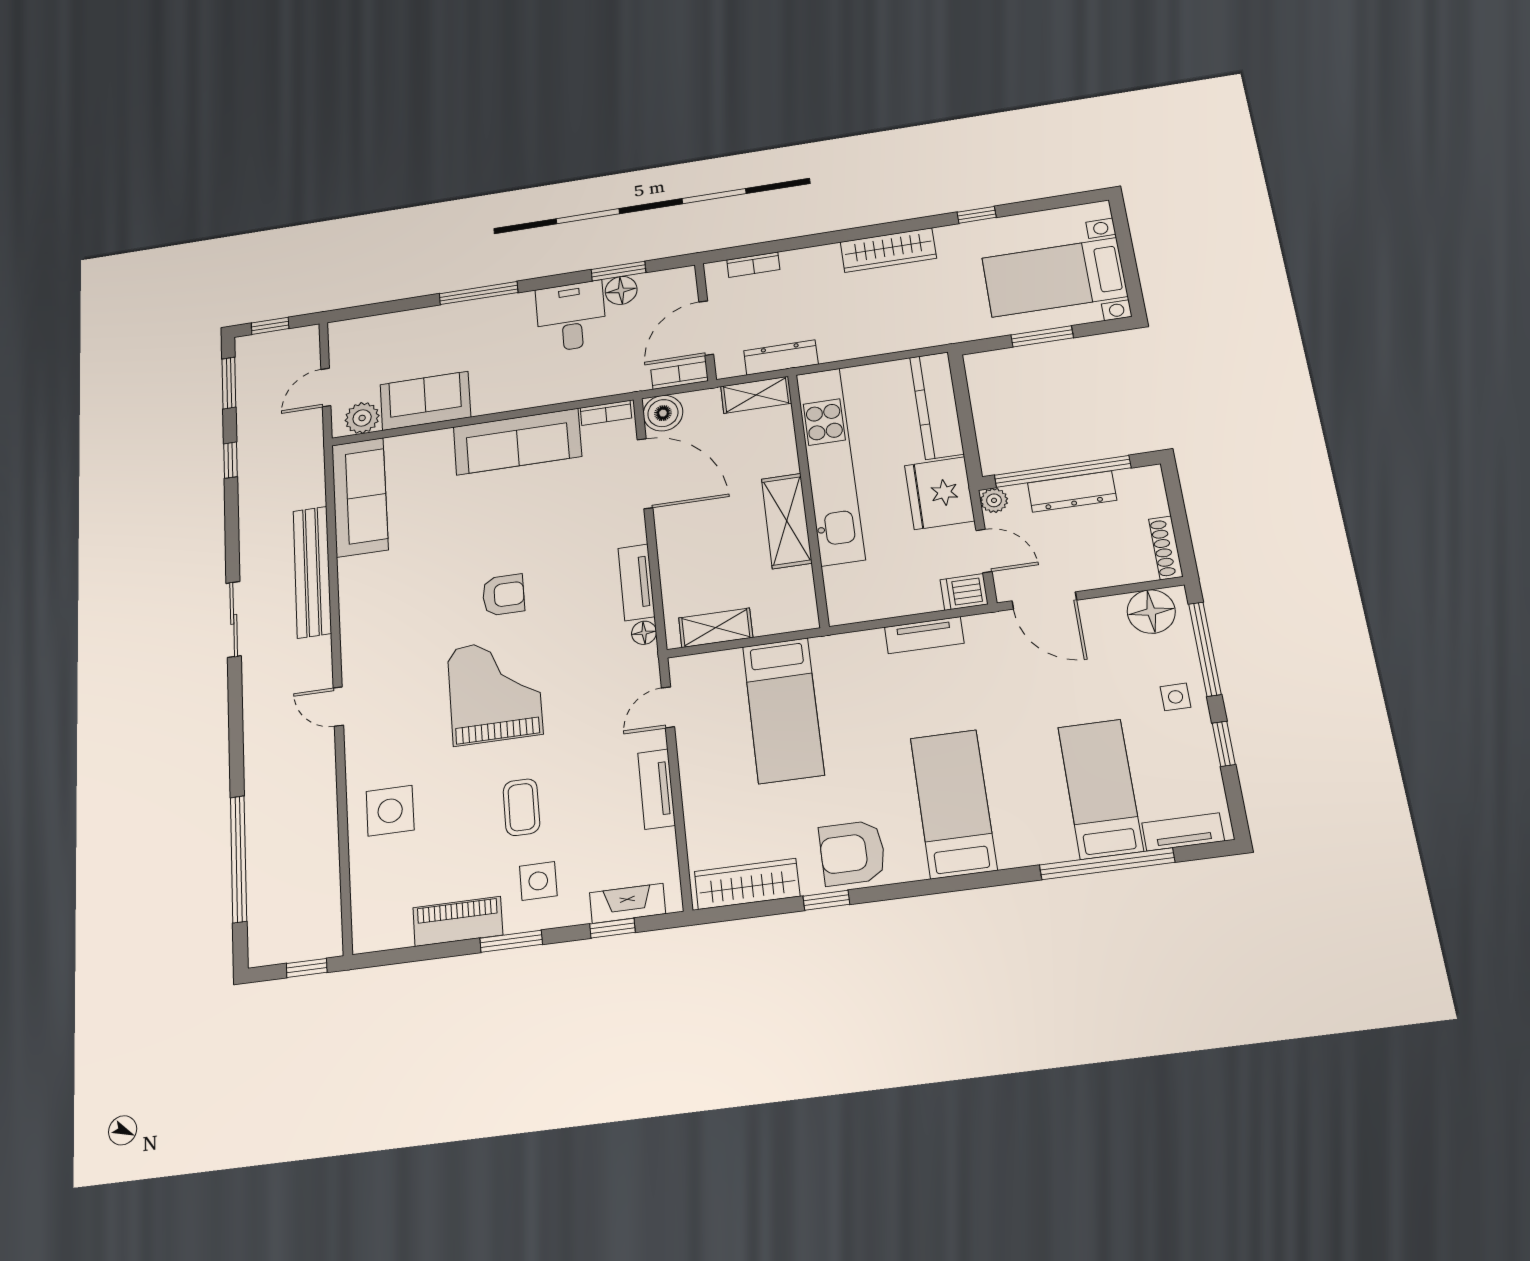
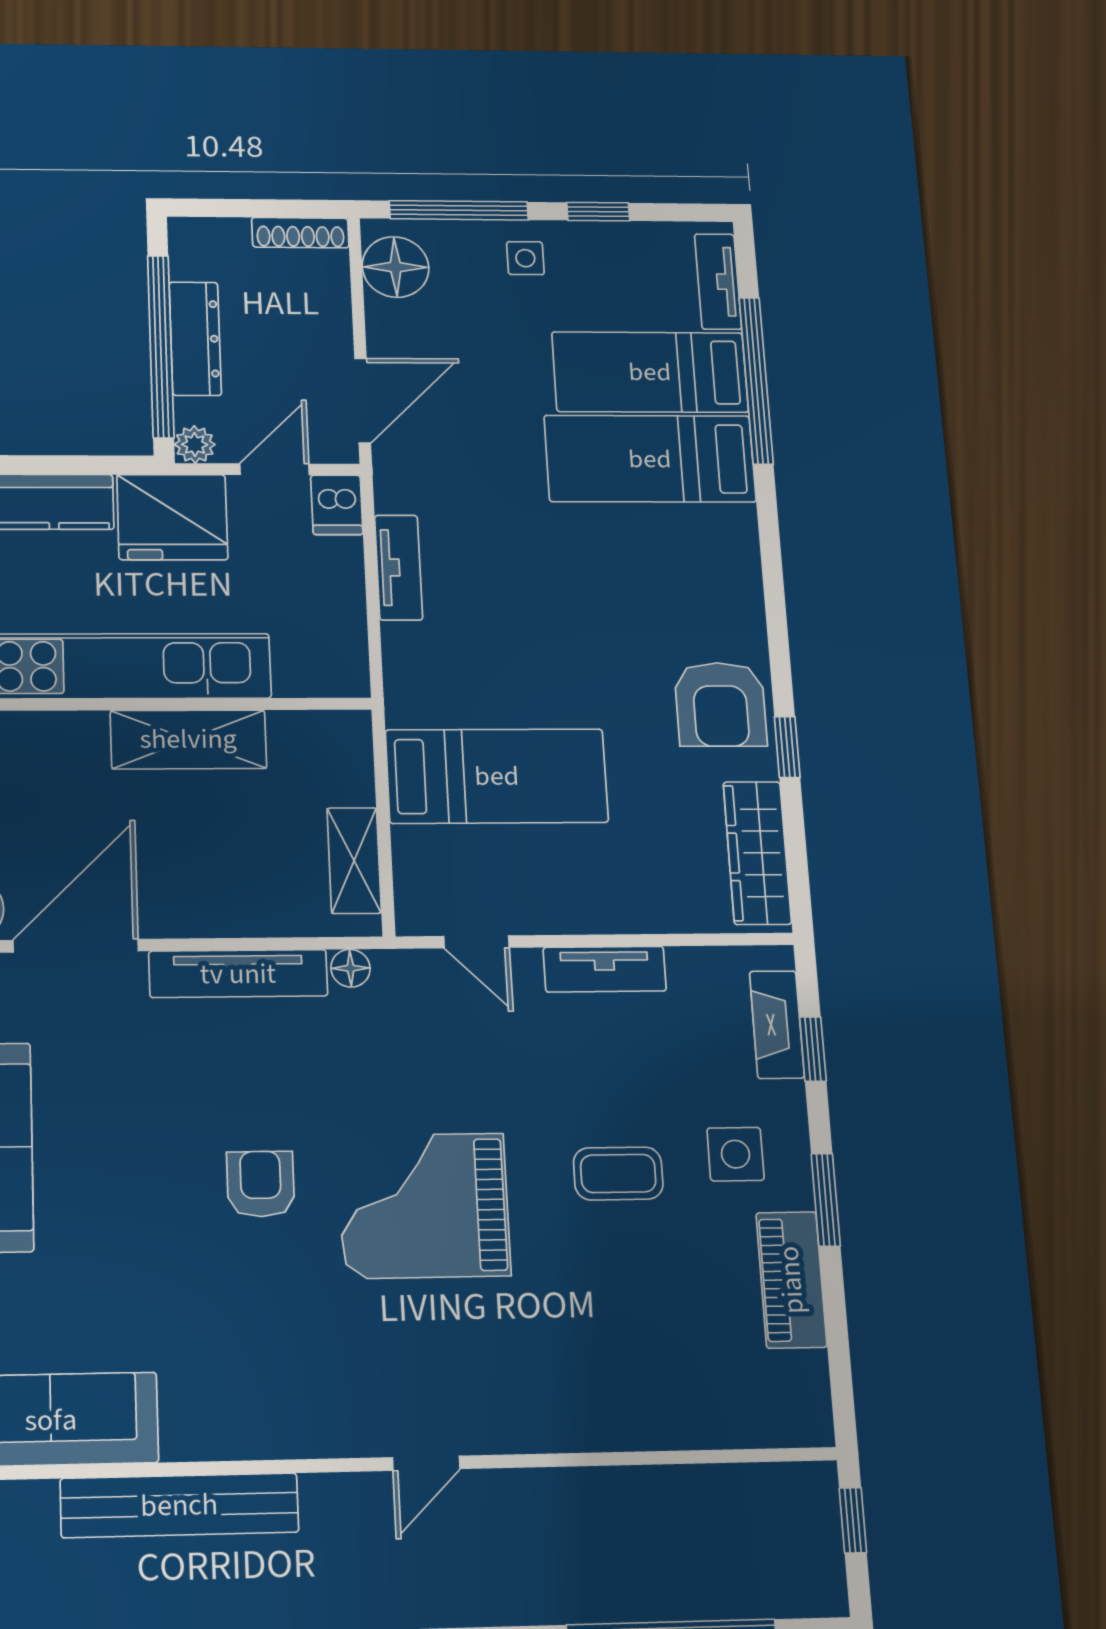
tv unit: (636, 582) -> (238, 974), width x1.41
bed: (954, 804) -> (650, 459), moved
side table: (390, 811) -> (609, 1381), removed

